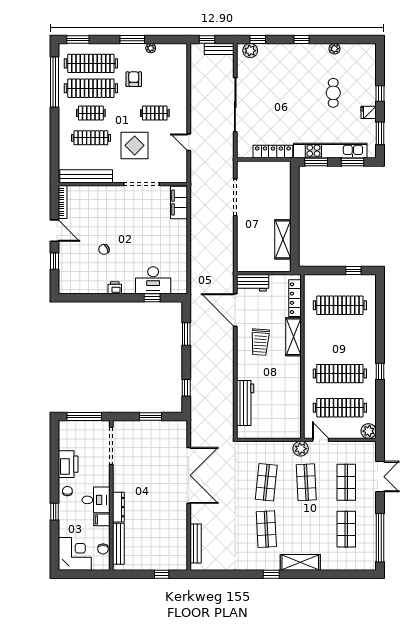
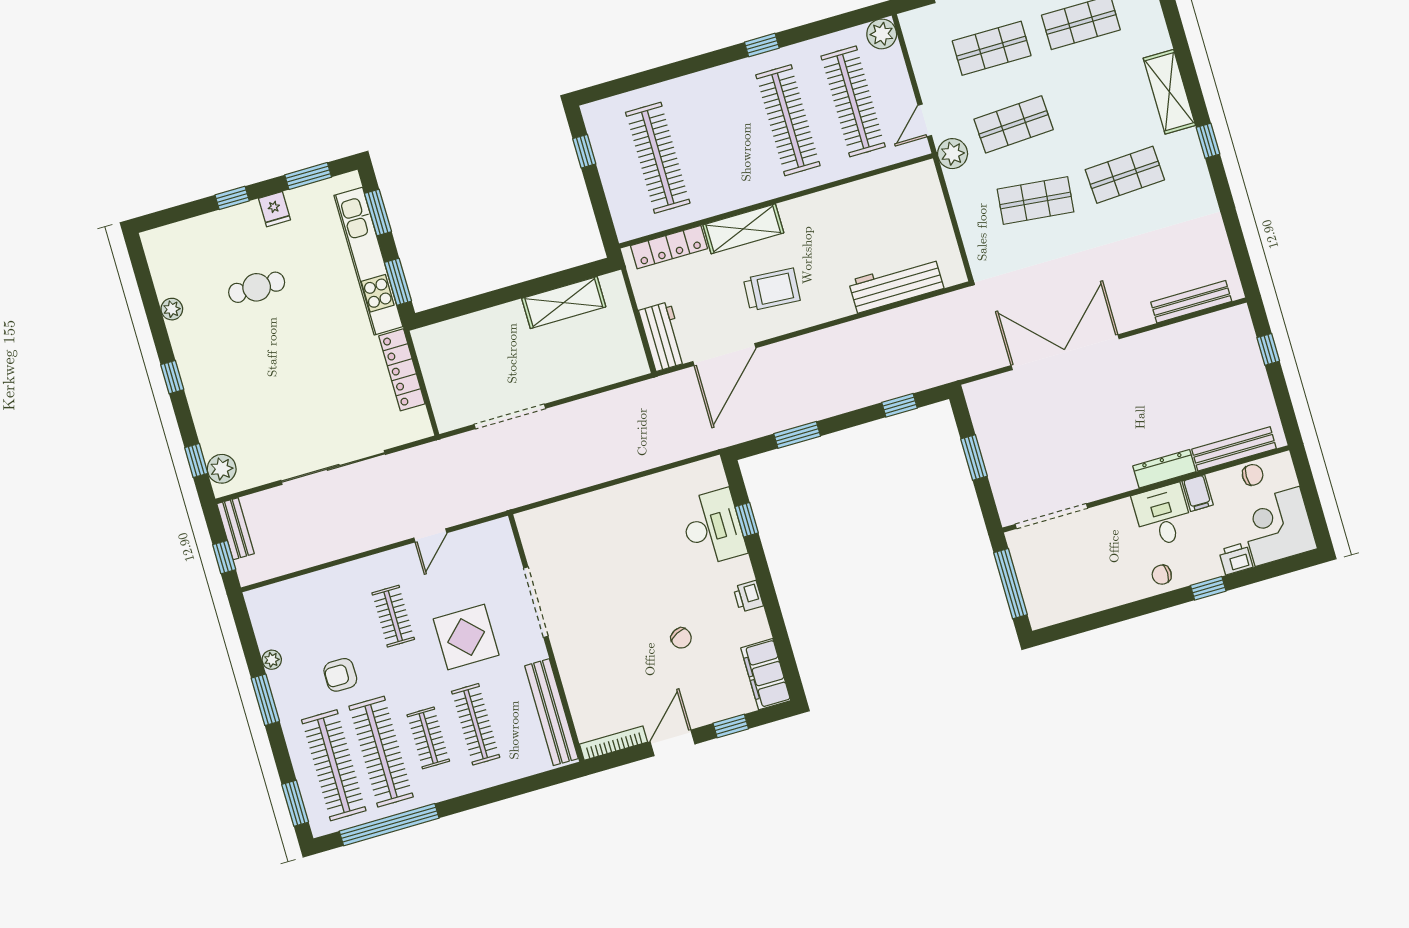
filing cabinet: (179, 203) -> (766, 674), moved, turned 90
printer: (68, 464) -> (1236, 559), moved, width x0.53, depth x0.68

